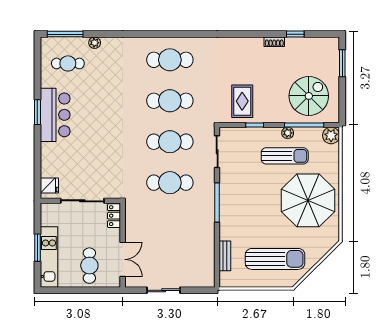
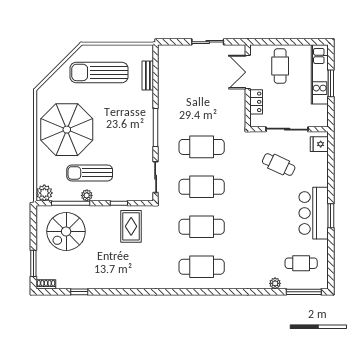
shoe rack: (274, 42) -> (46, 284), moved
cafe table: (91, 165) -> (279, 165), added
locker: (114, 216) -> (256, 102), moved

